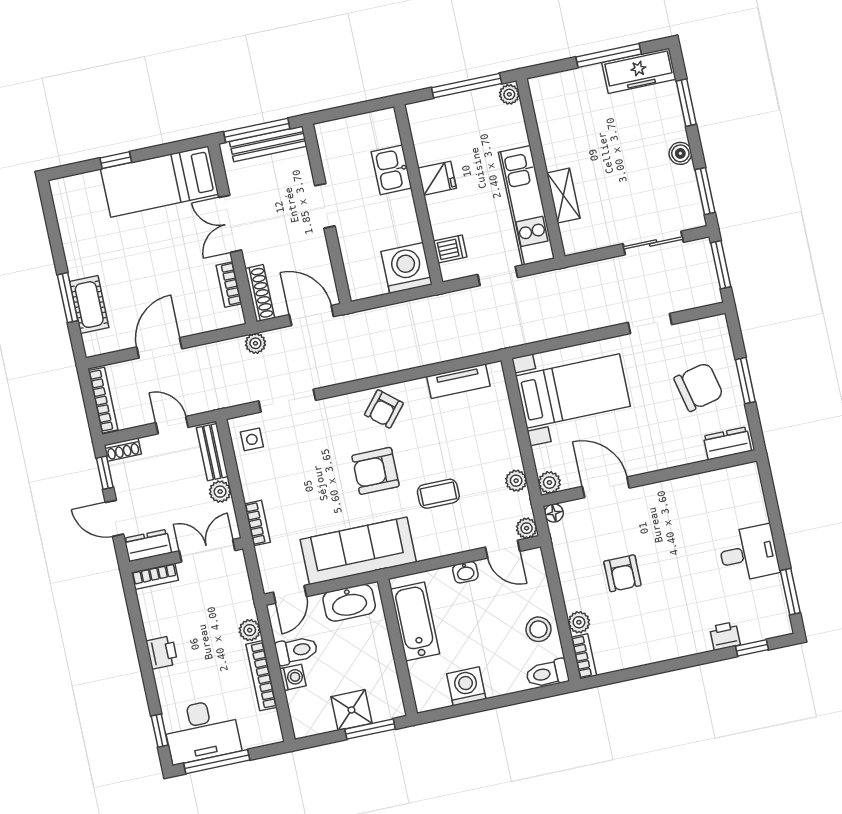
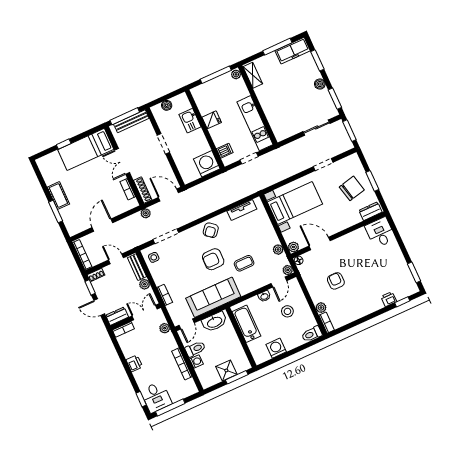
boiler: (350, 127) -> (167, 105), added
shelving: (563, 196) -> (253, 75), moved
cot: (89, 305) -> (58, 196), moved
door: (503, 549) -> (279, 282), hinge flipped
desk: (749, 553) -> (380, 233), moved, turned -90
armchair: (622, 573) -> (336, 281), turned 180
stool: (538, 629) -> (287, 311), moved
plant: (250, 630) -> (165, 328), moved
desk: (202, 731) -> (156, 397), width x0.73

